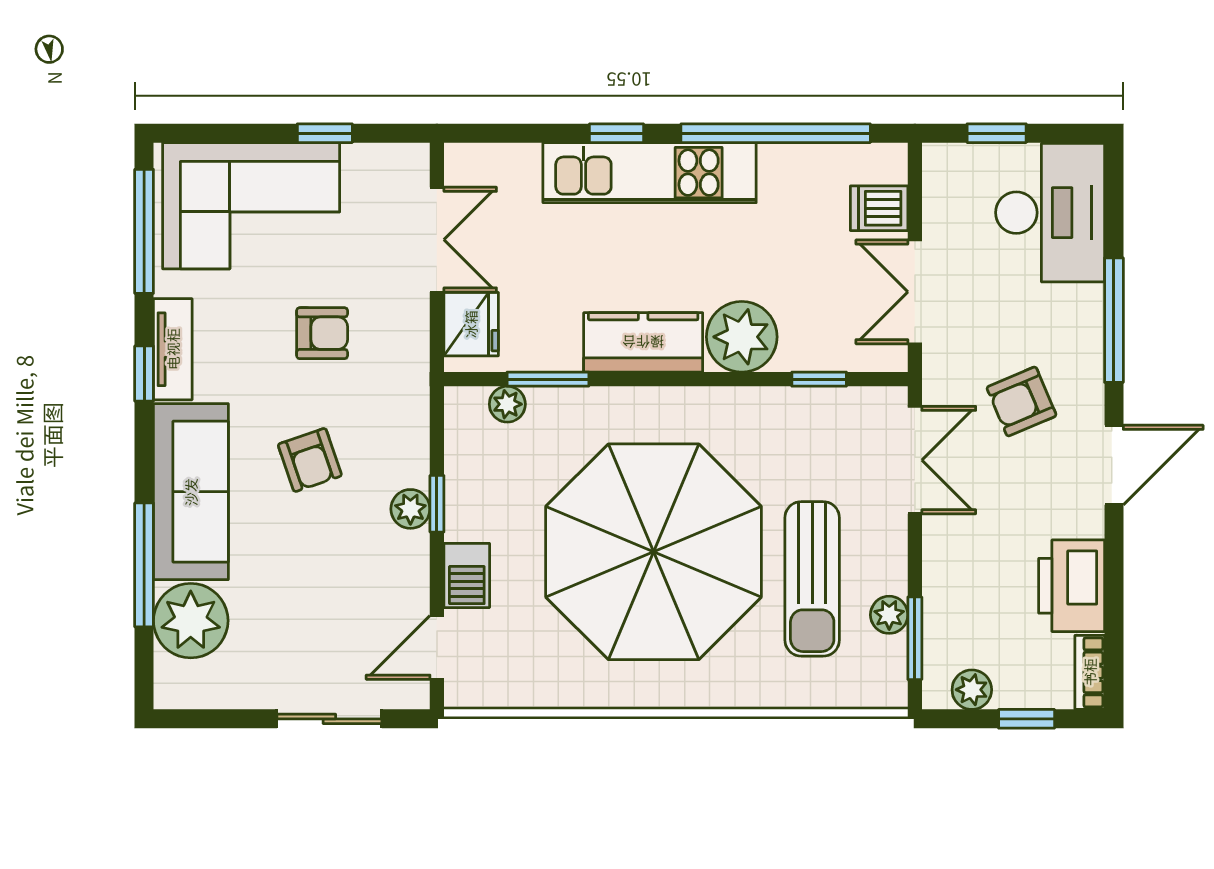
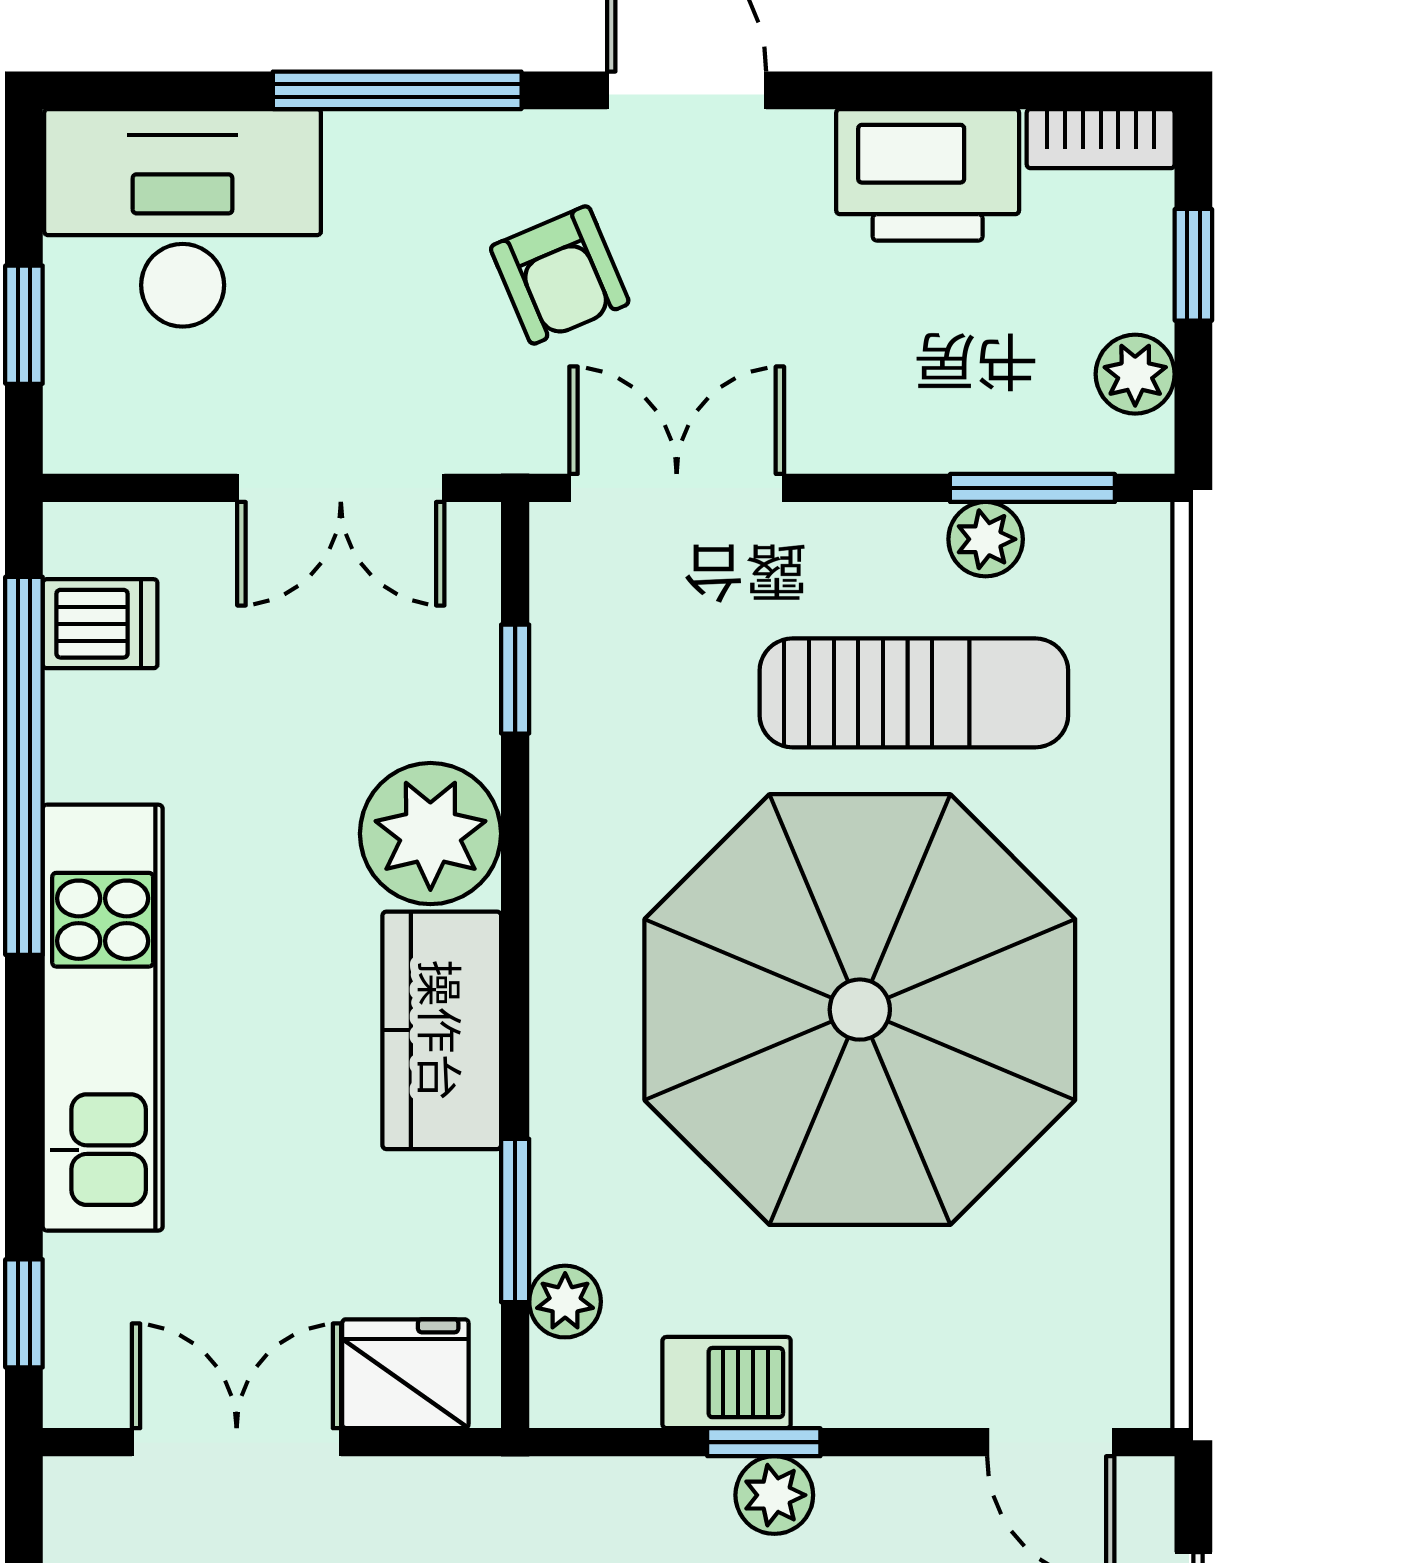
window: (616, 133) -> (24, 1313), moved
dishwasher: (879, 208) -> (100, 624), moved, turned -90
barbecue: (467, 575) -> (727, 1383), moved

